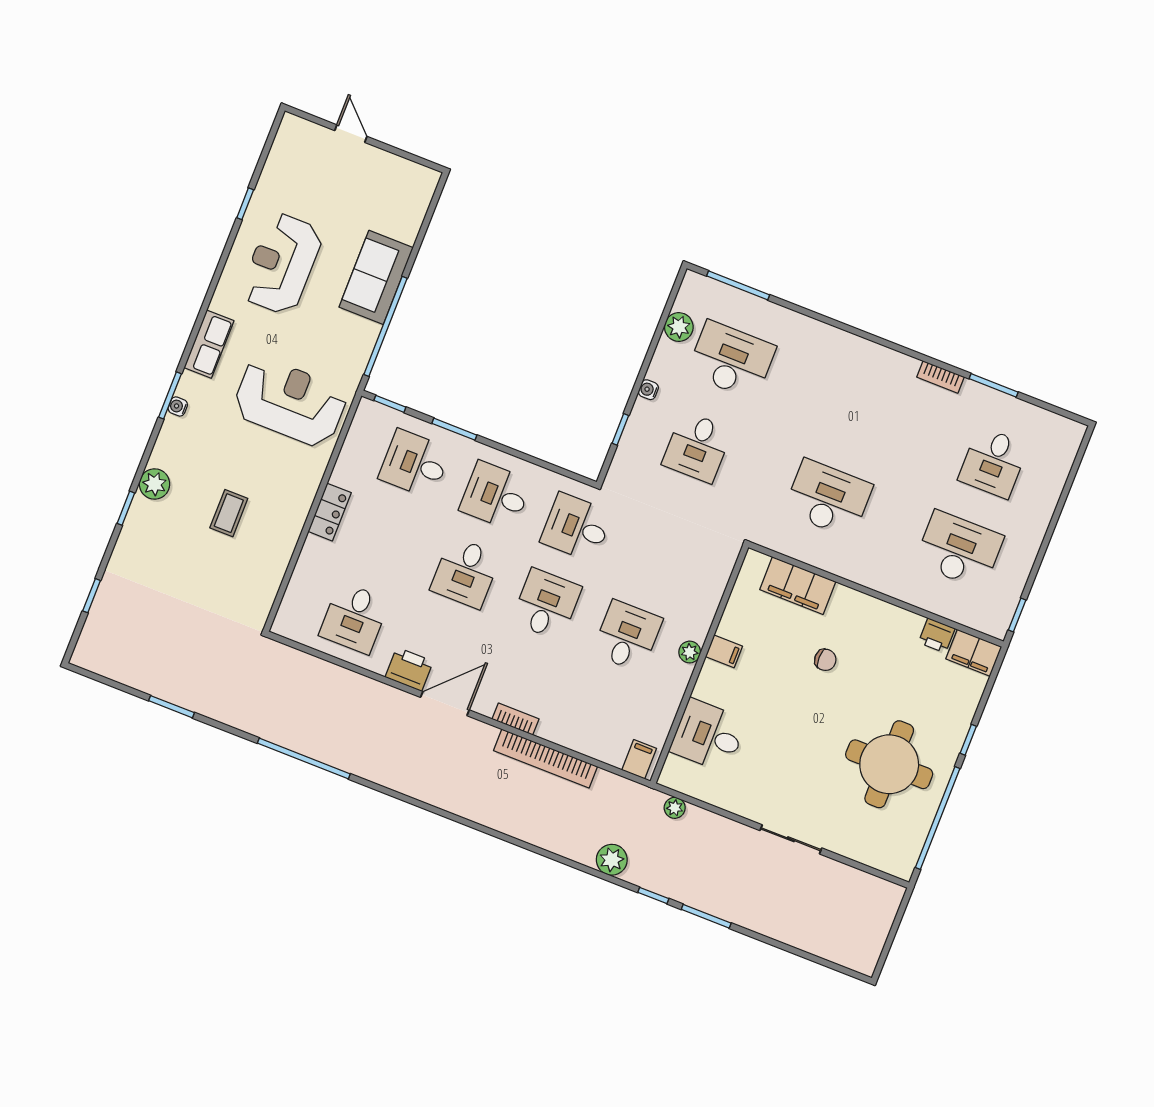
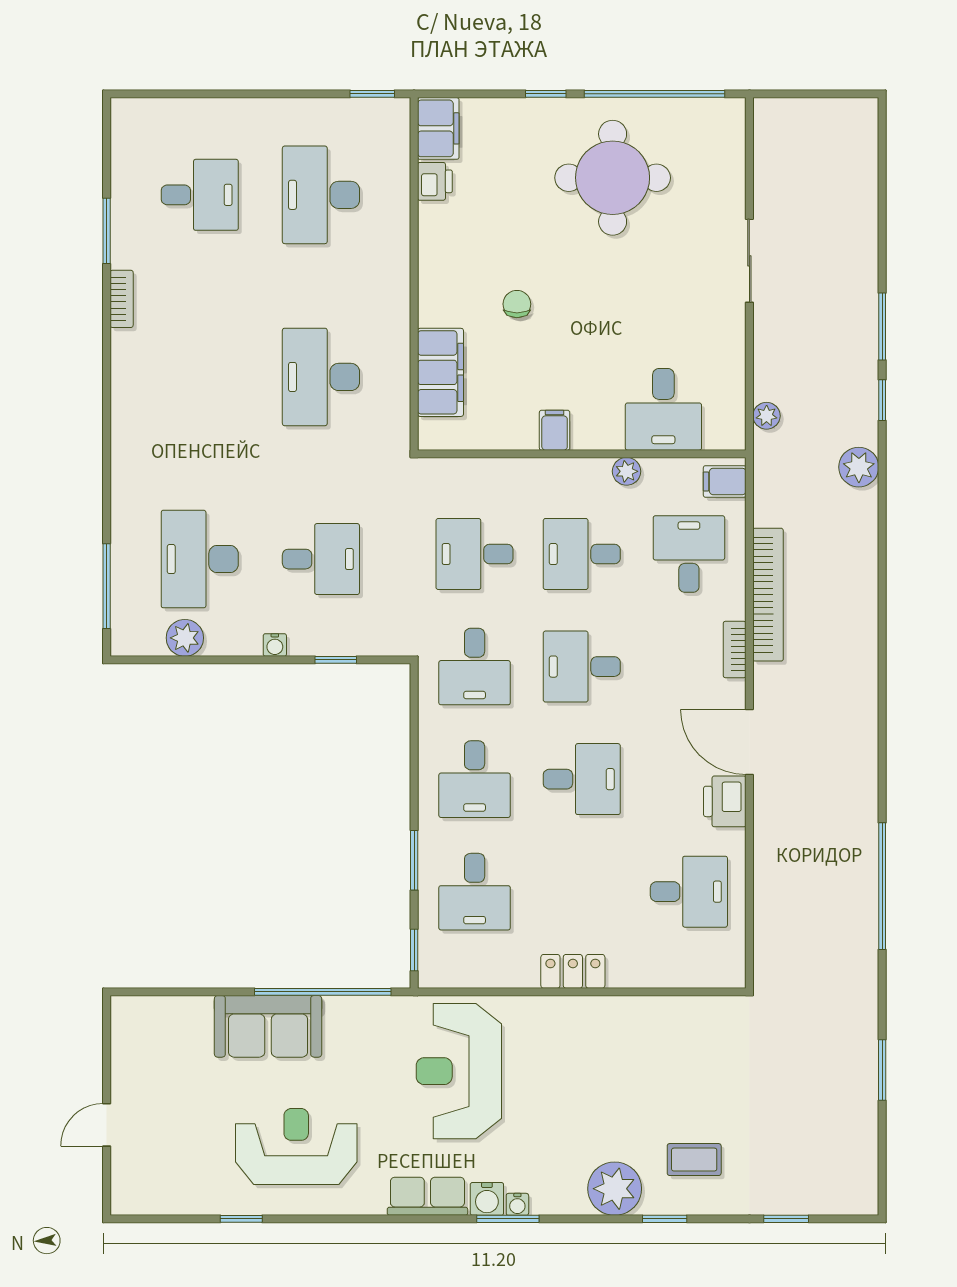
reception desk: (282, 264) -> (296, 1147), turned 180
water cooler: (190, 386) -> (487, 1199), added
plant: (155, 484) -> (615, 1189), width x1.36, depth x1.36
coffee table: (229, 513) -> (694, 1160), moved
desk: (658, 559) -> (475, 554), added
plant: (690, 652) -> (627, 471), moved
desk: (597, 713) -> (689, 554), added

